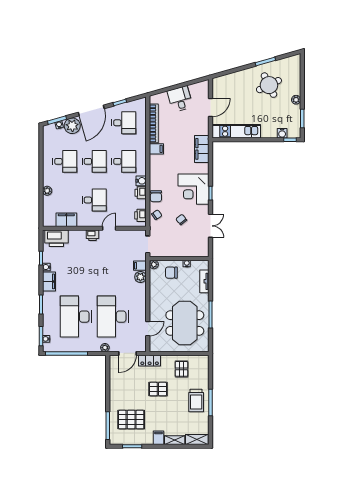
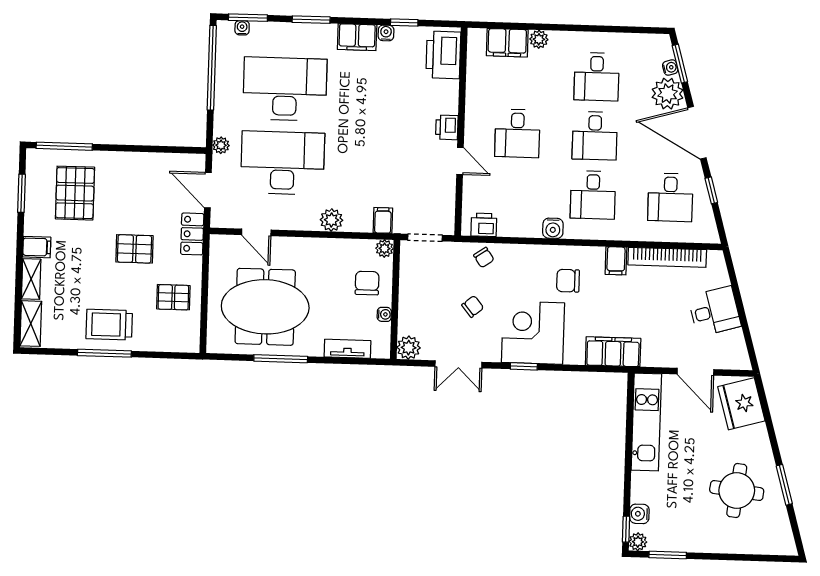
fridge: (226, 84) -> (741, 404), added
round table: (269, 85) -> (737, 491), turned 33
plant: (296, 100) -> (638, 542), moved
printer: (141, 193) -> (529, 226), removed
chair: (156, 196) -> (568, 281), moved
filing cabinet: (66, 220) -> (507, 43), moved, turned 90
plant: (203, 251) -> (409, 348), added
plant: (140, 277) -> (331, 220), moved
pallet: (158, 389) -> (134, 249), turned 90

